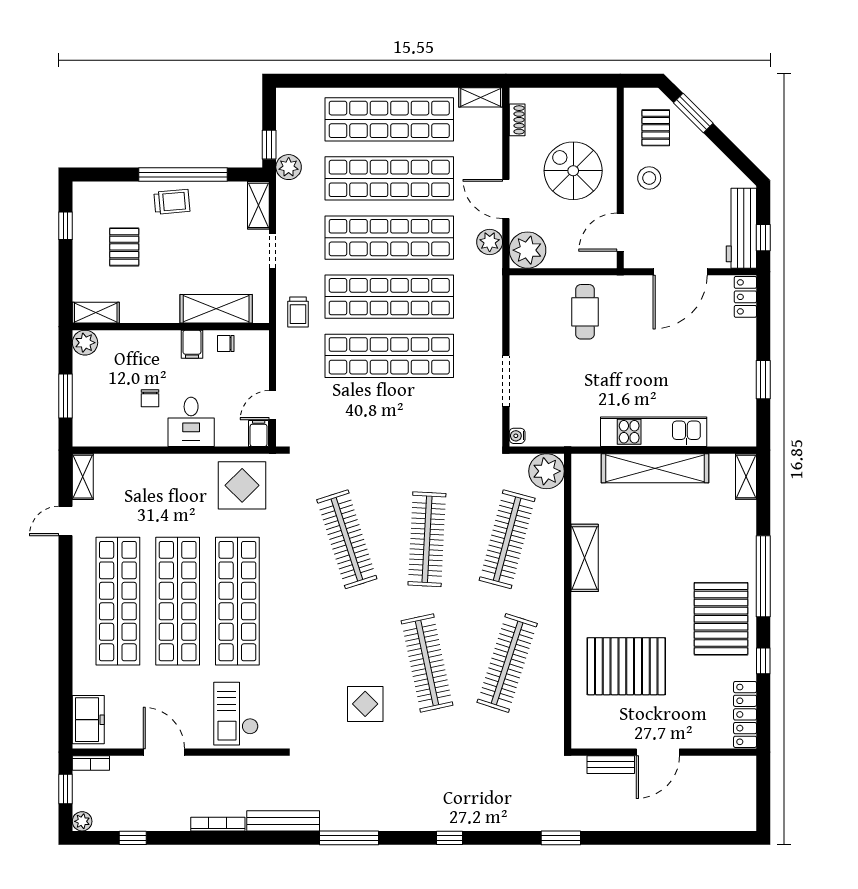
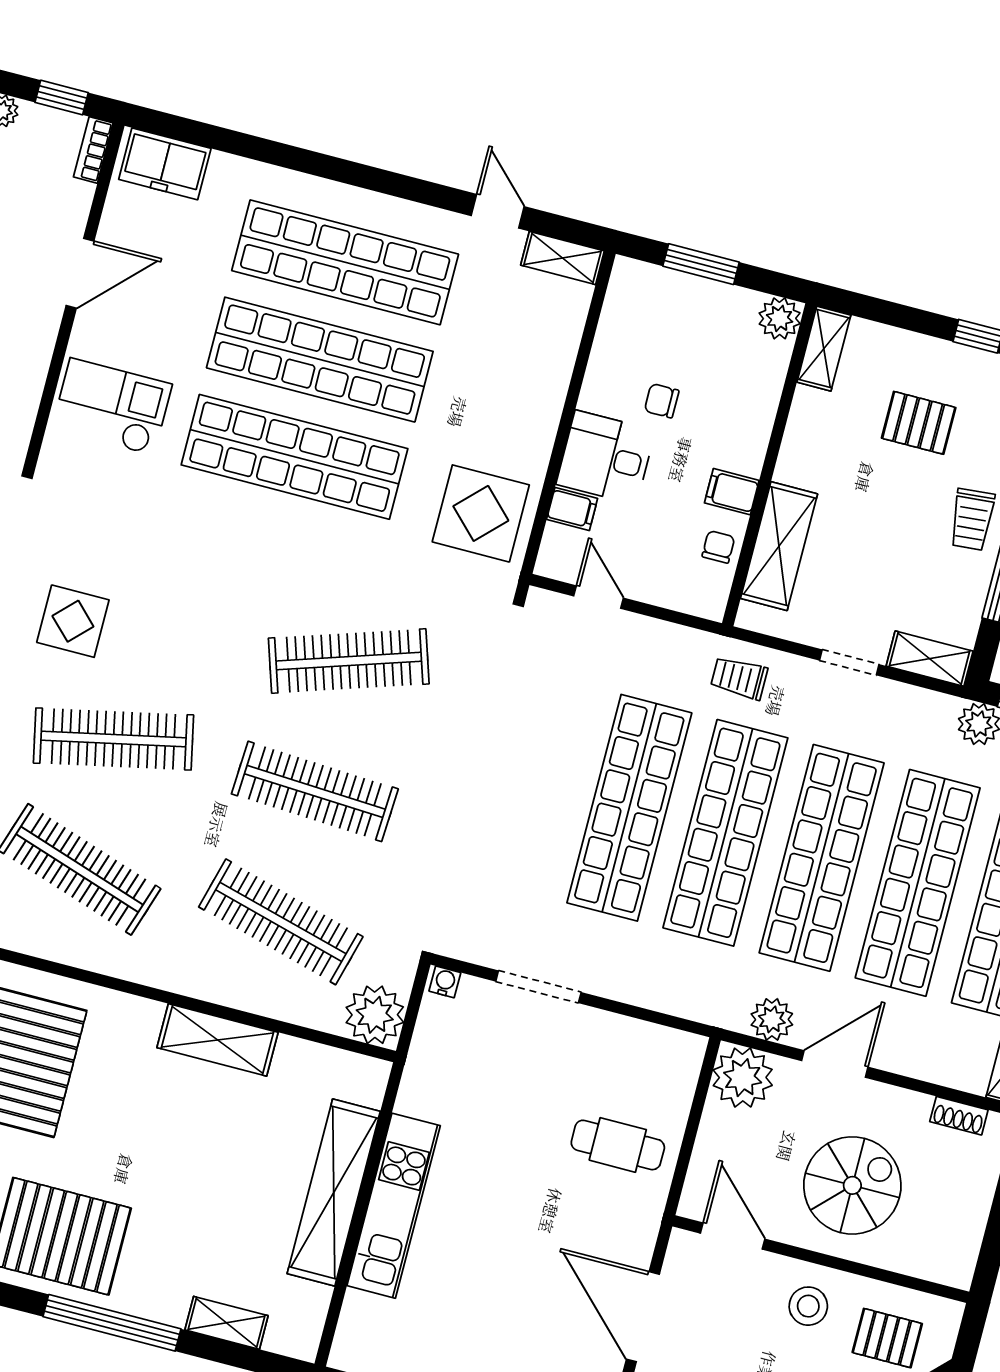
filing cabinet: (259, 434) -> (572, 509), moved
shelving: (746, 476) -> (226, 1323), moved

